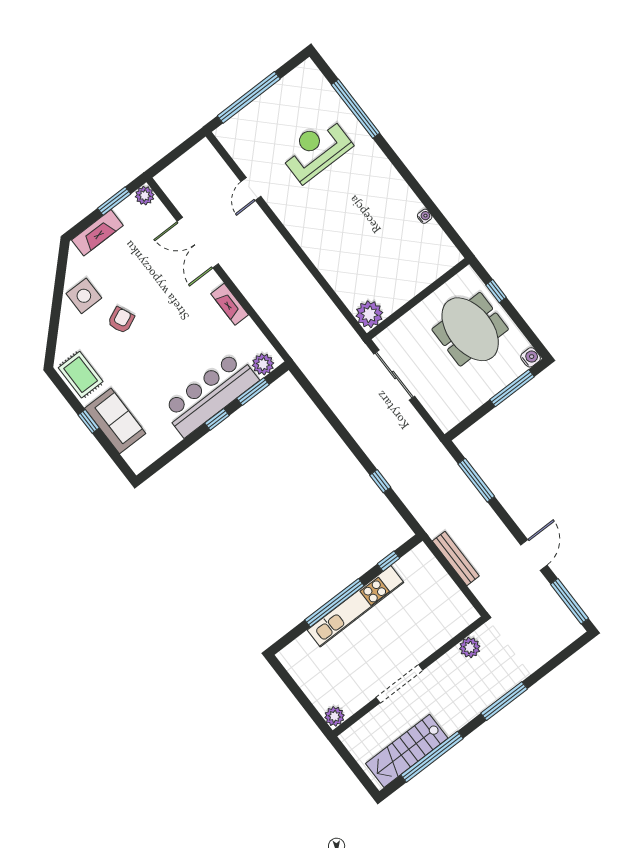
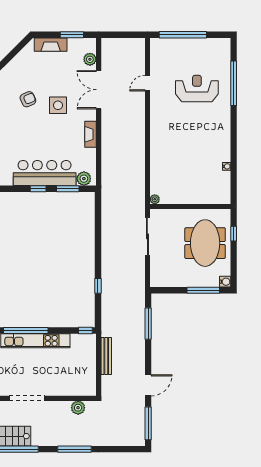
plant: (145, 196) -> (90, 59), moved
side table: (84, 296) -> (58, 105), moved
plant: (369, 314) -> (155, 199), width x0.53, depth x0.53
window: (389, 561) -> (85, 331), moved

